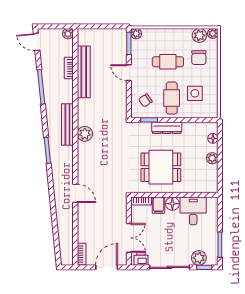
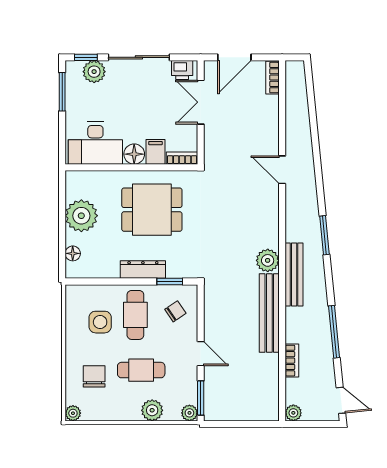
plant: (199, 35) -> (152, 410), moved
bench: (84, 72) -> (269, 313), moved
plant: (212, 158) -> (81, 216), width x1.88, depth x1.88
desk: (193, 211) -> (95, 143), width x1.37

